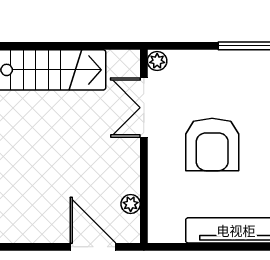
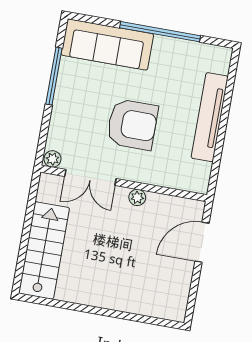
plant: (131, 204) -> (137, 197), moved

